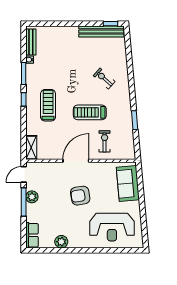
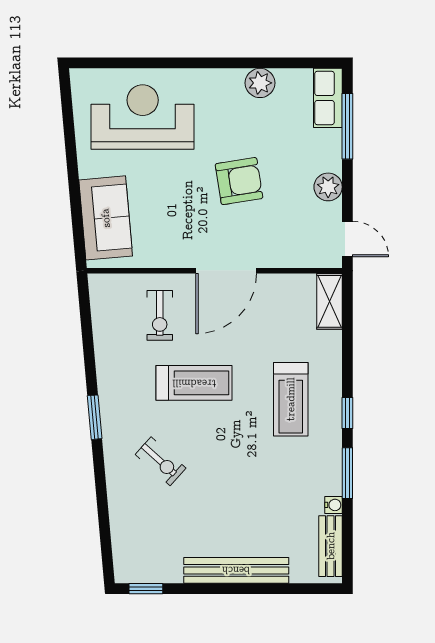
bench: (101, 31) -> (236, 570), moved
window: (135, 120) -> (95, 417), moved
door: (24, 174) -> (347, 239), hinge flipped
armchair: (80, 196) -> (239, 181), moved
window: (24, 202) -> (347, 126), moved

